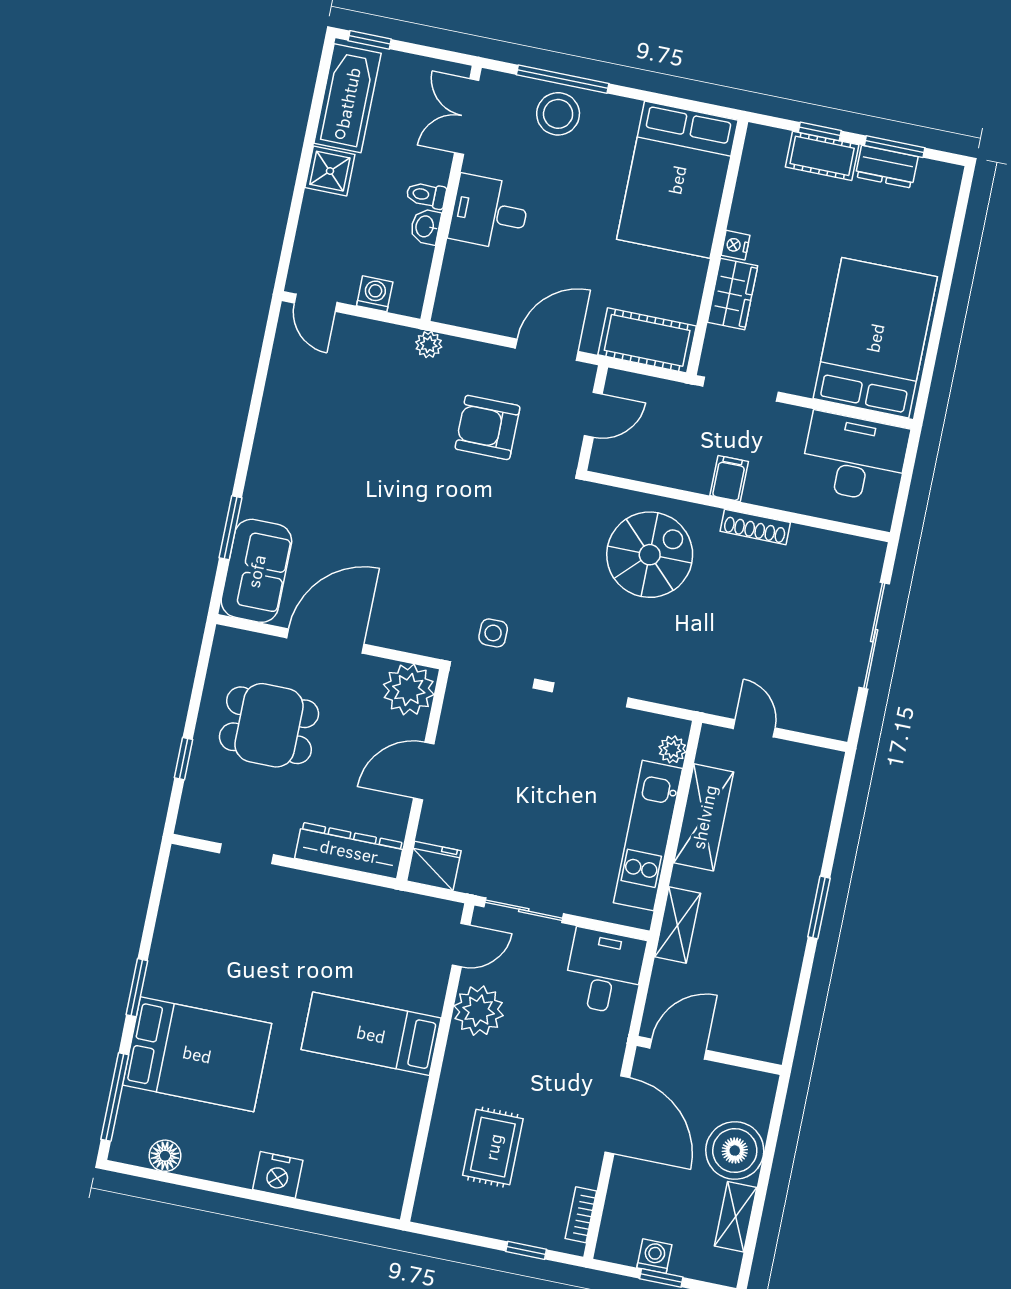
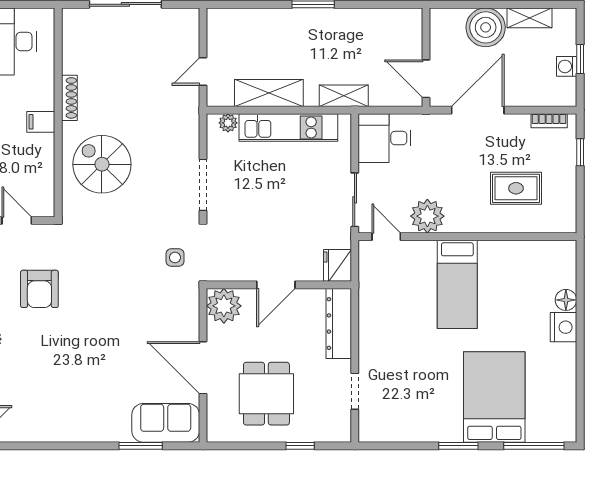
door: (424, 771) -> (276, 285), hinge flipped
floor lamp: (165, 1156) -> (566, 300), moved

